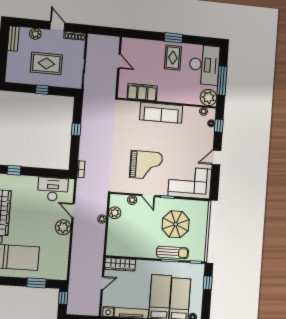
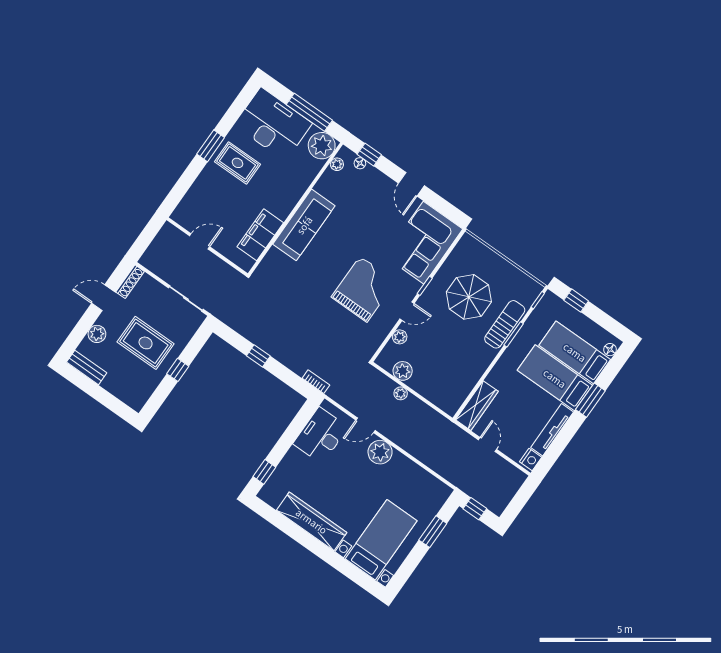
rug: (46, 63) -> (146, 343), turned 90

